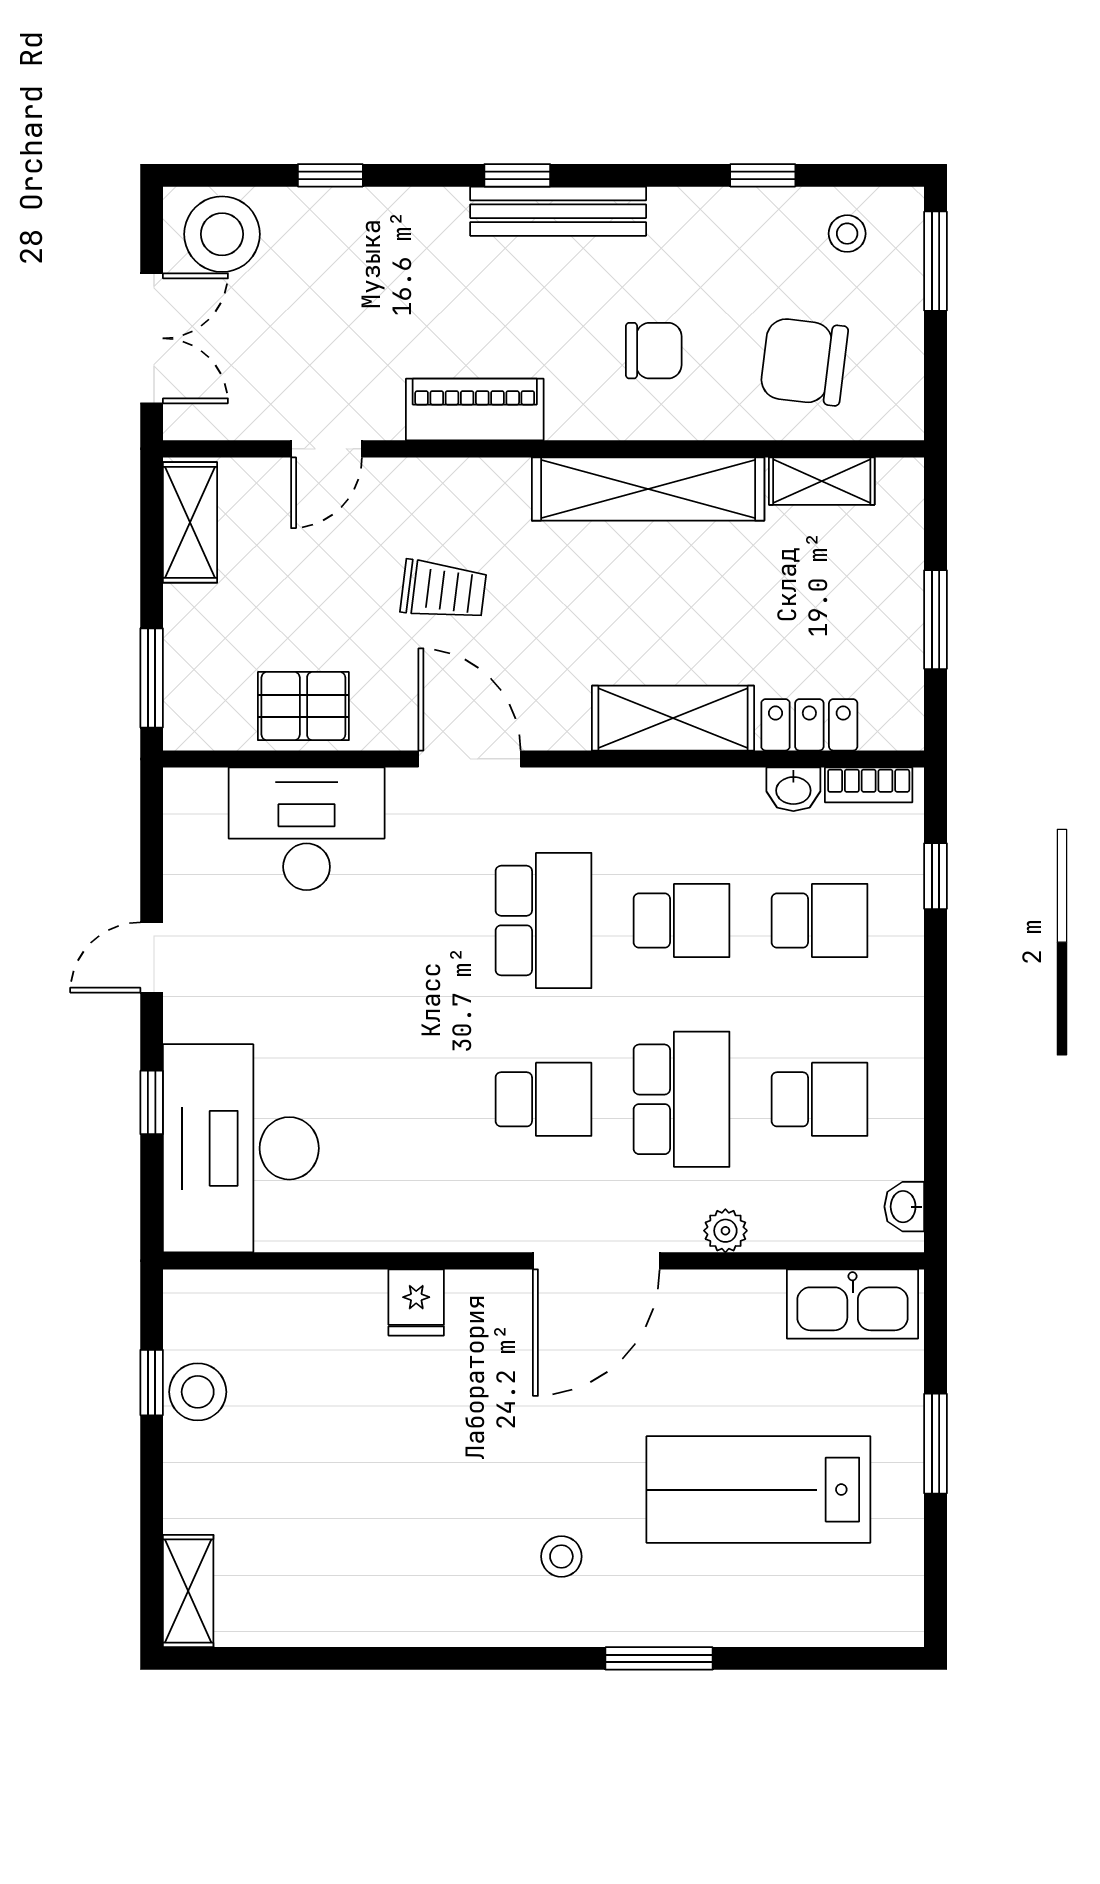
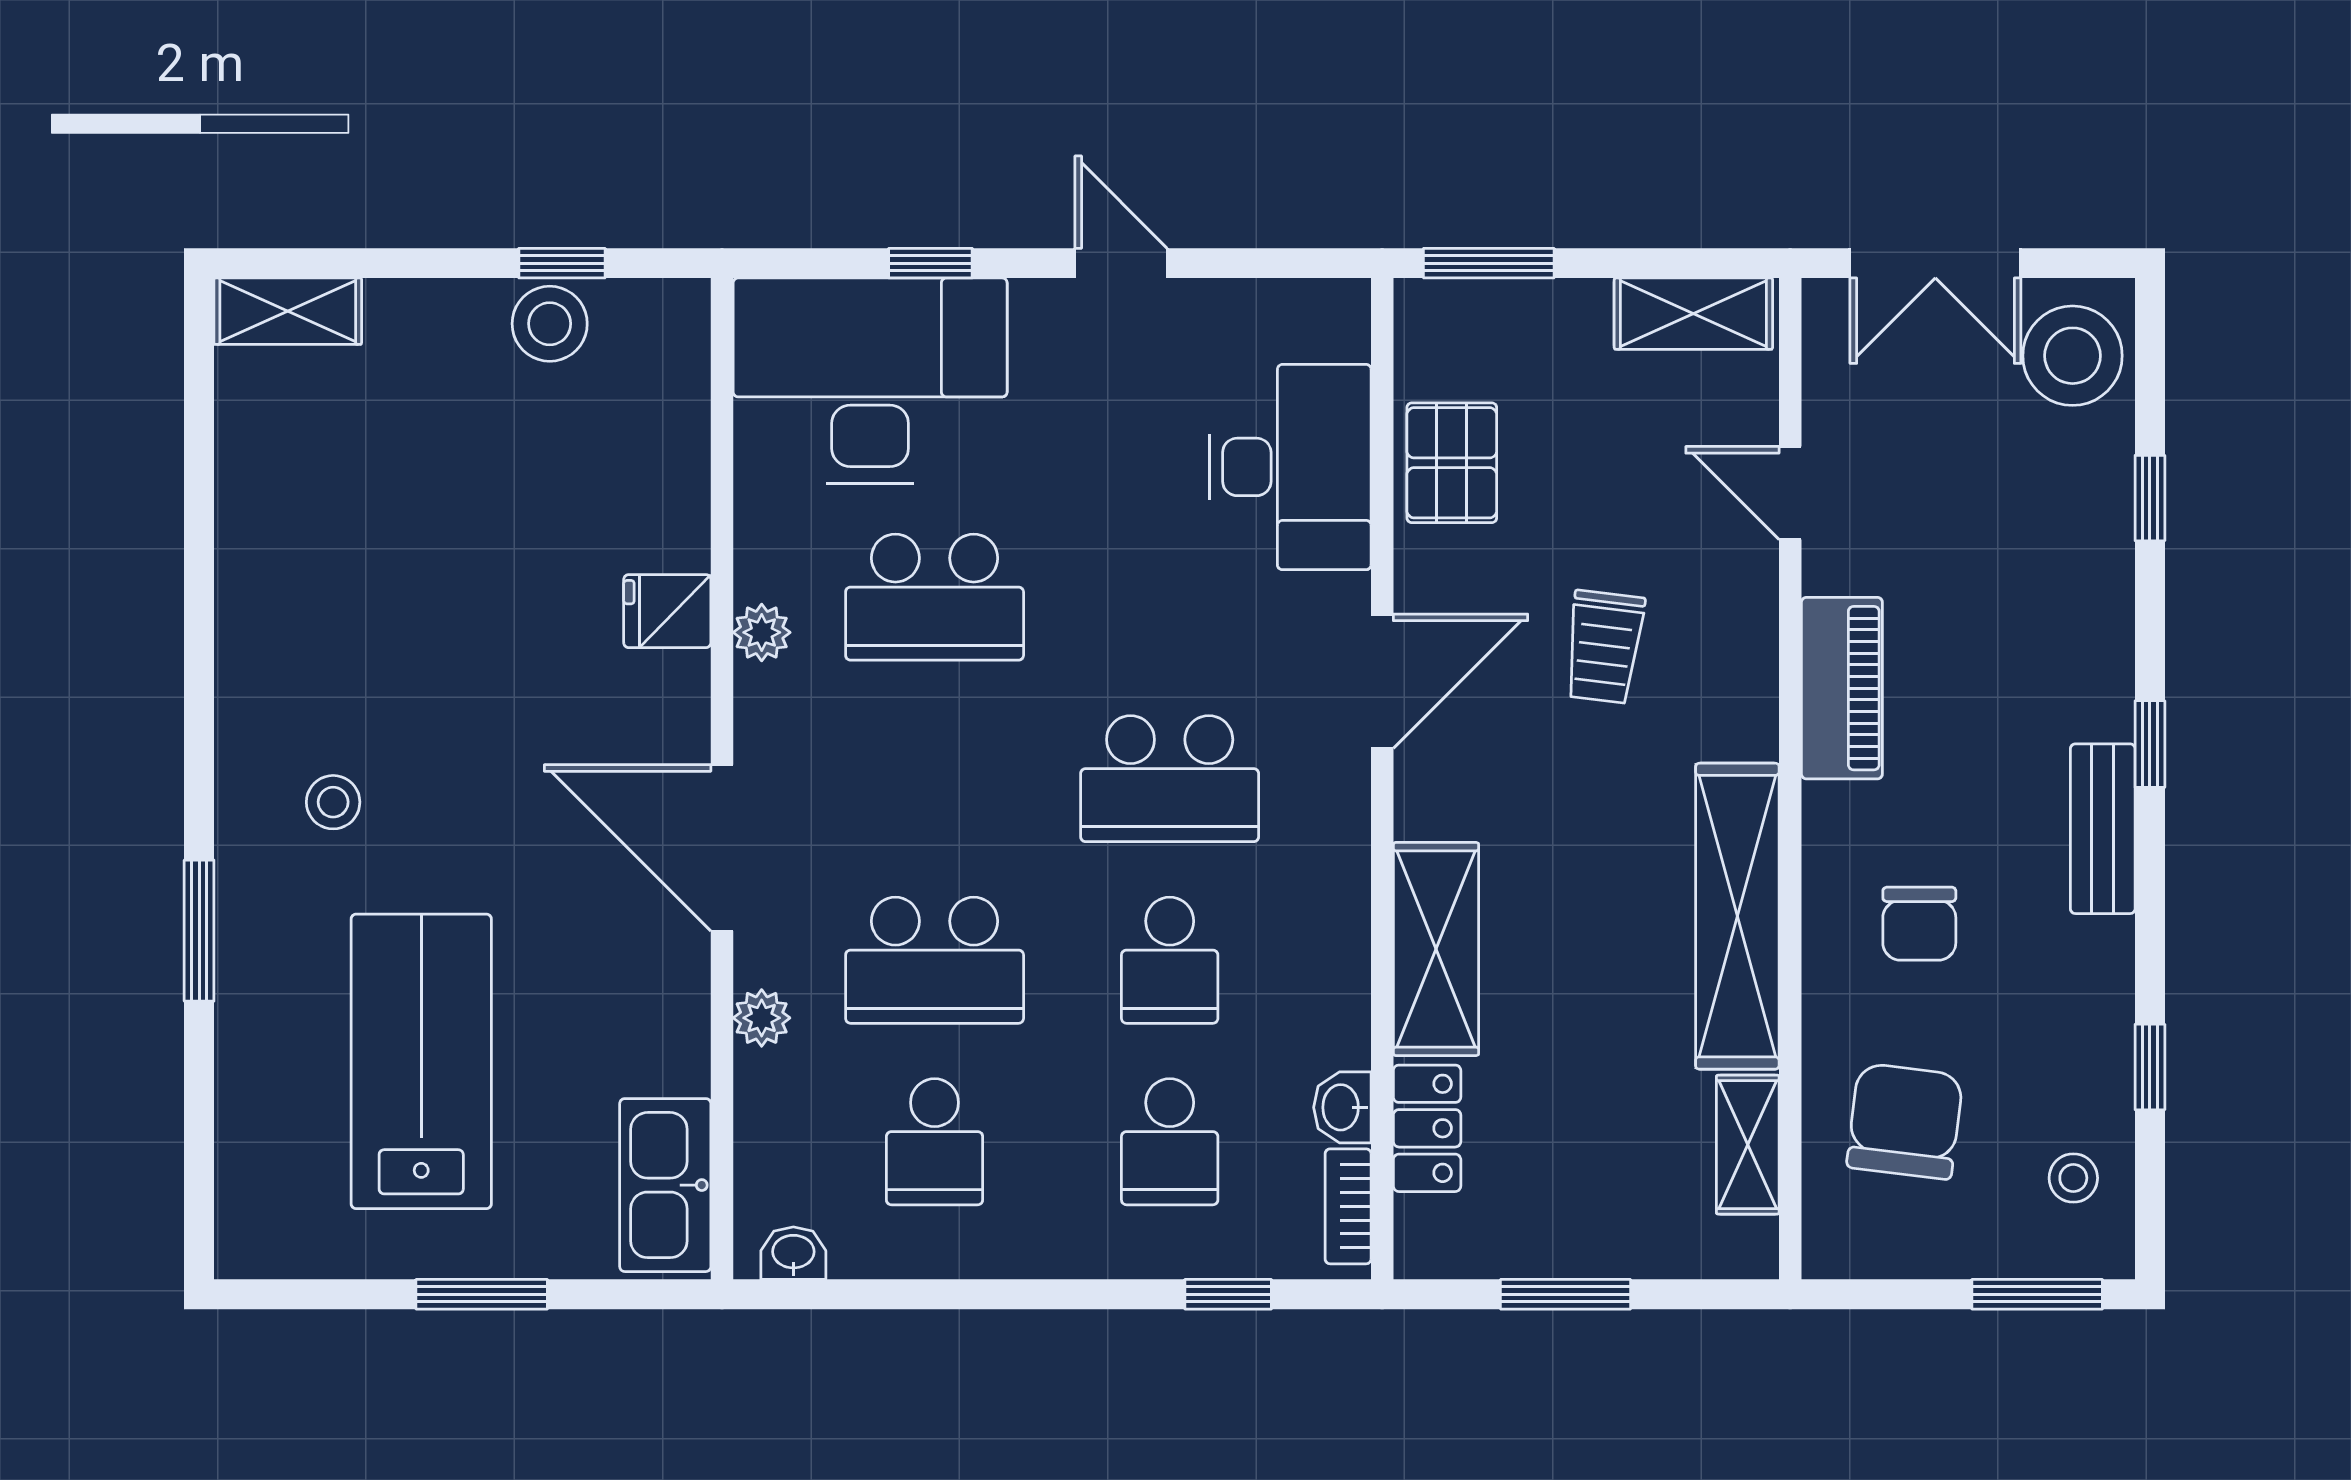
bench: (558, 211) -> (2103, 829), width x0.73
school desk: (544, 1099) -> (935, 597), moved, width x1.85
plant: (432, 1231) -> (762, 632), added

